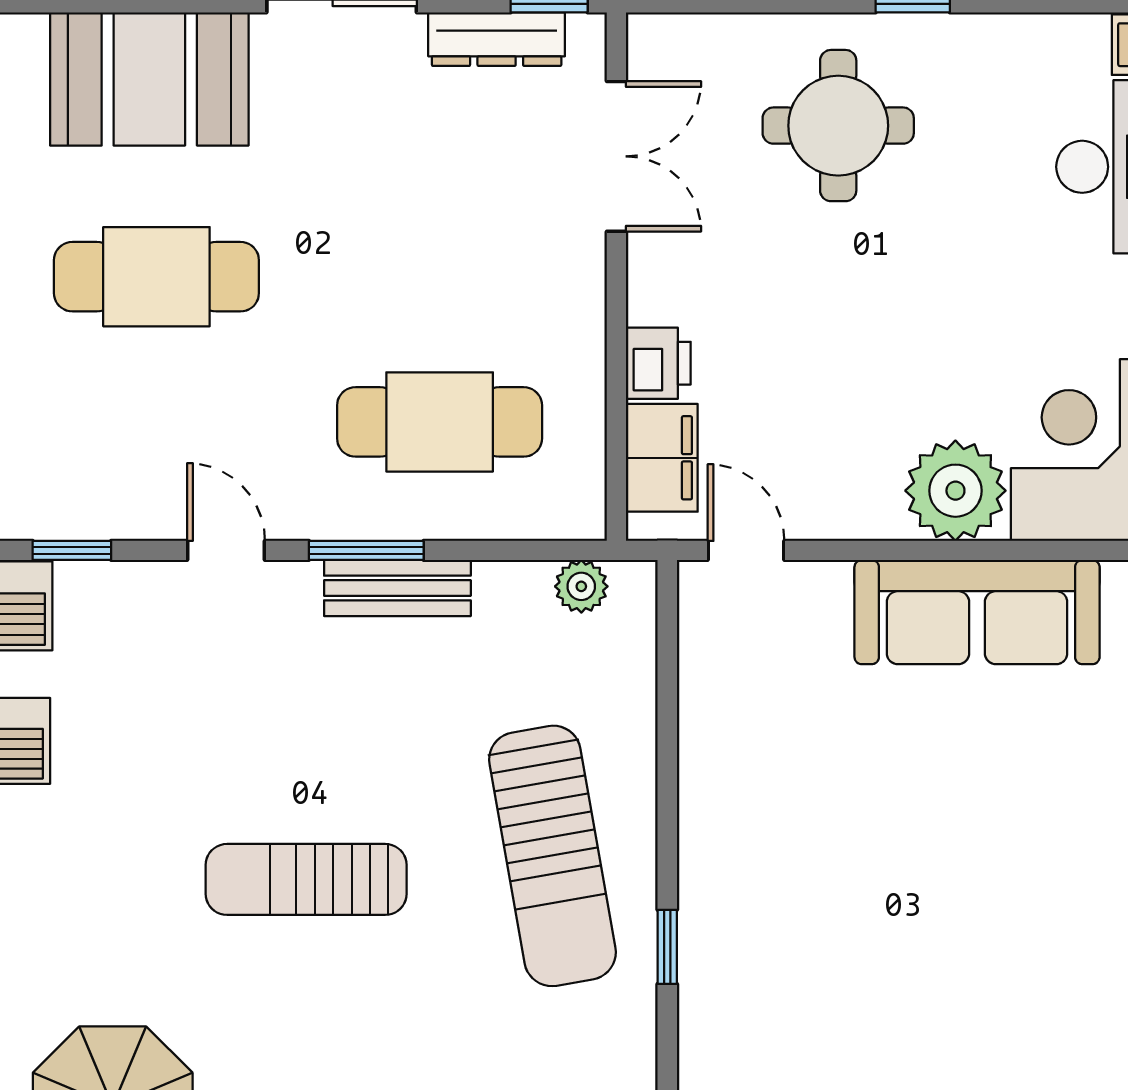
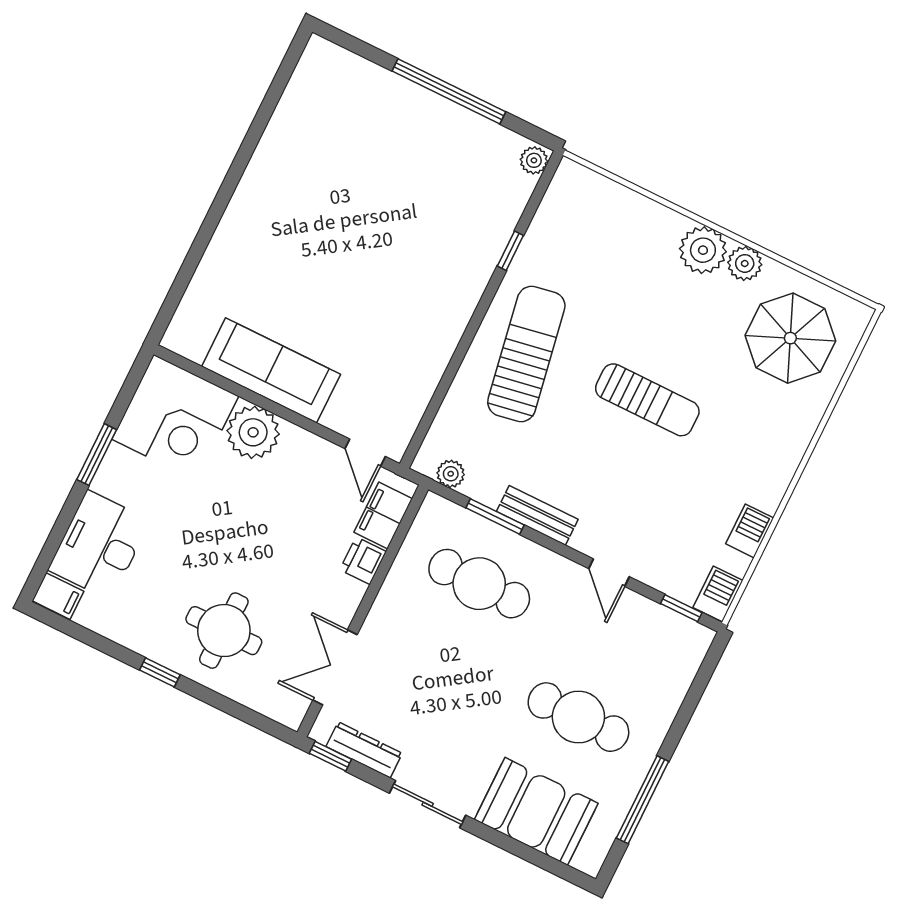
window: (366, 550) -> (495, 516), moved
window: (667, 947) -> (510, 251), moved

